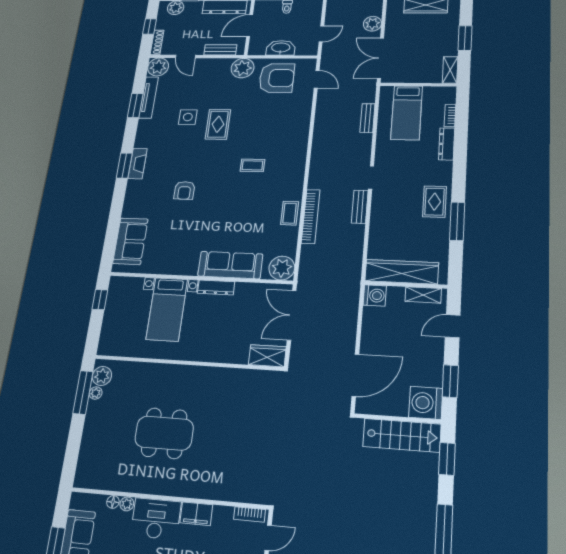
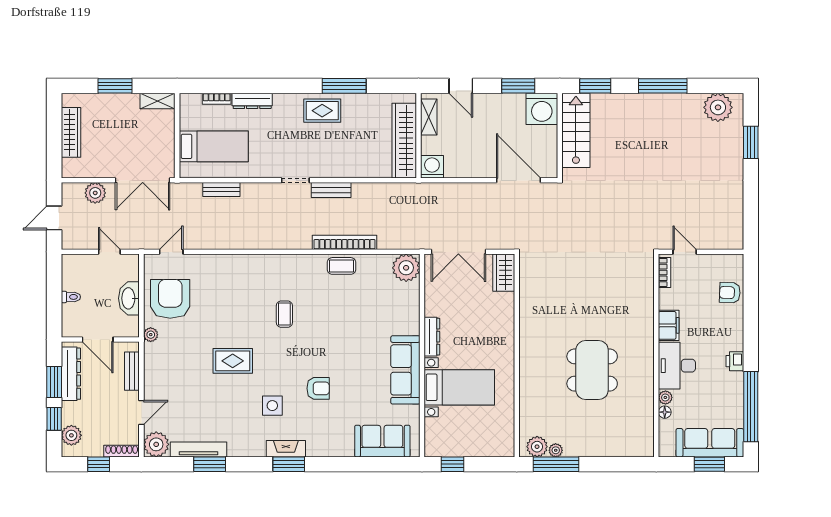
plant: (243, 68) -> (151, 335), width x0.53, depth x0.53
side table: (188, 117) -> (272, 406), moved
sofa: (230, 265) -> (405, 370), moved

